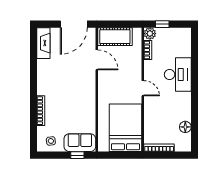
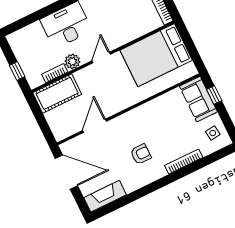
plant: (150, 34) -> (72, 61), moved
cot: (115, 37) -> (57, 93), moved, turned 90
armchair: (61, 83) -> (141, 154), added

